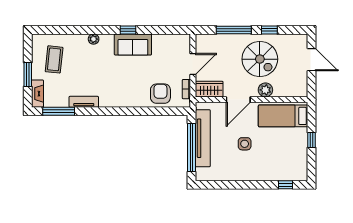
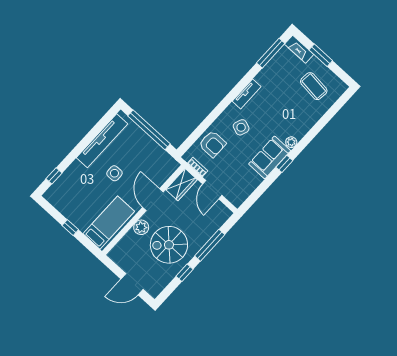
plant: (94, 39) -> (291, 142), moved
side table: (130, 84) -> (241, 127), added
tv unit: (84, 102) -> (247, 94), moved
tv unit: (203, 138) -> (102, 141), moved, turned -90

